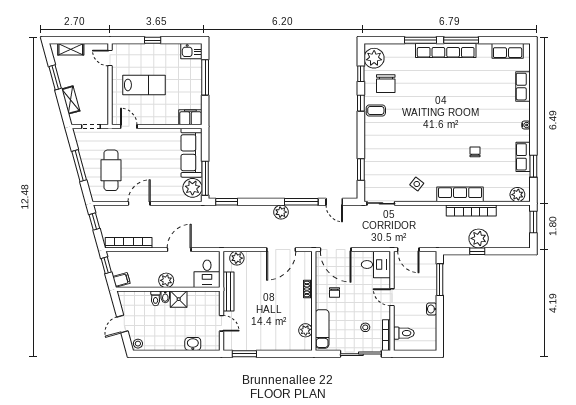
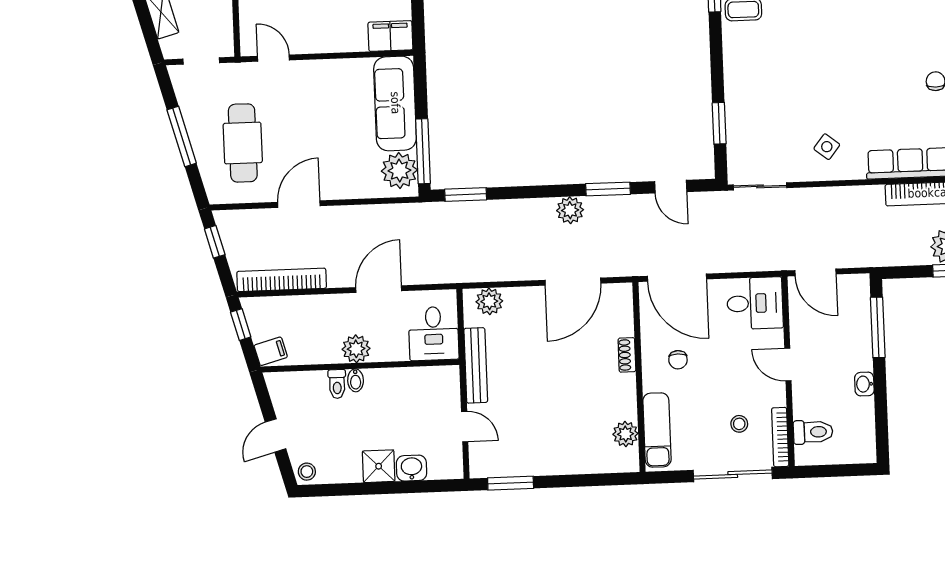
window: (301, 202) -> (608, 189), width x0.69
shower: (179, 299) -> (379, 466), moved

